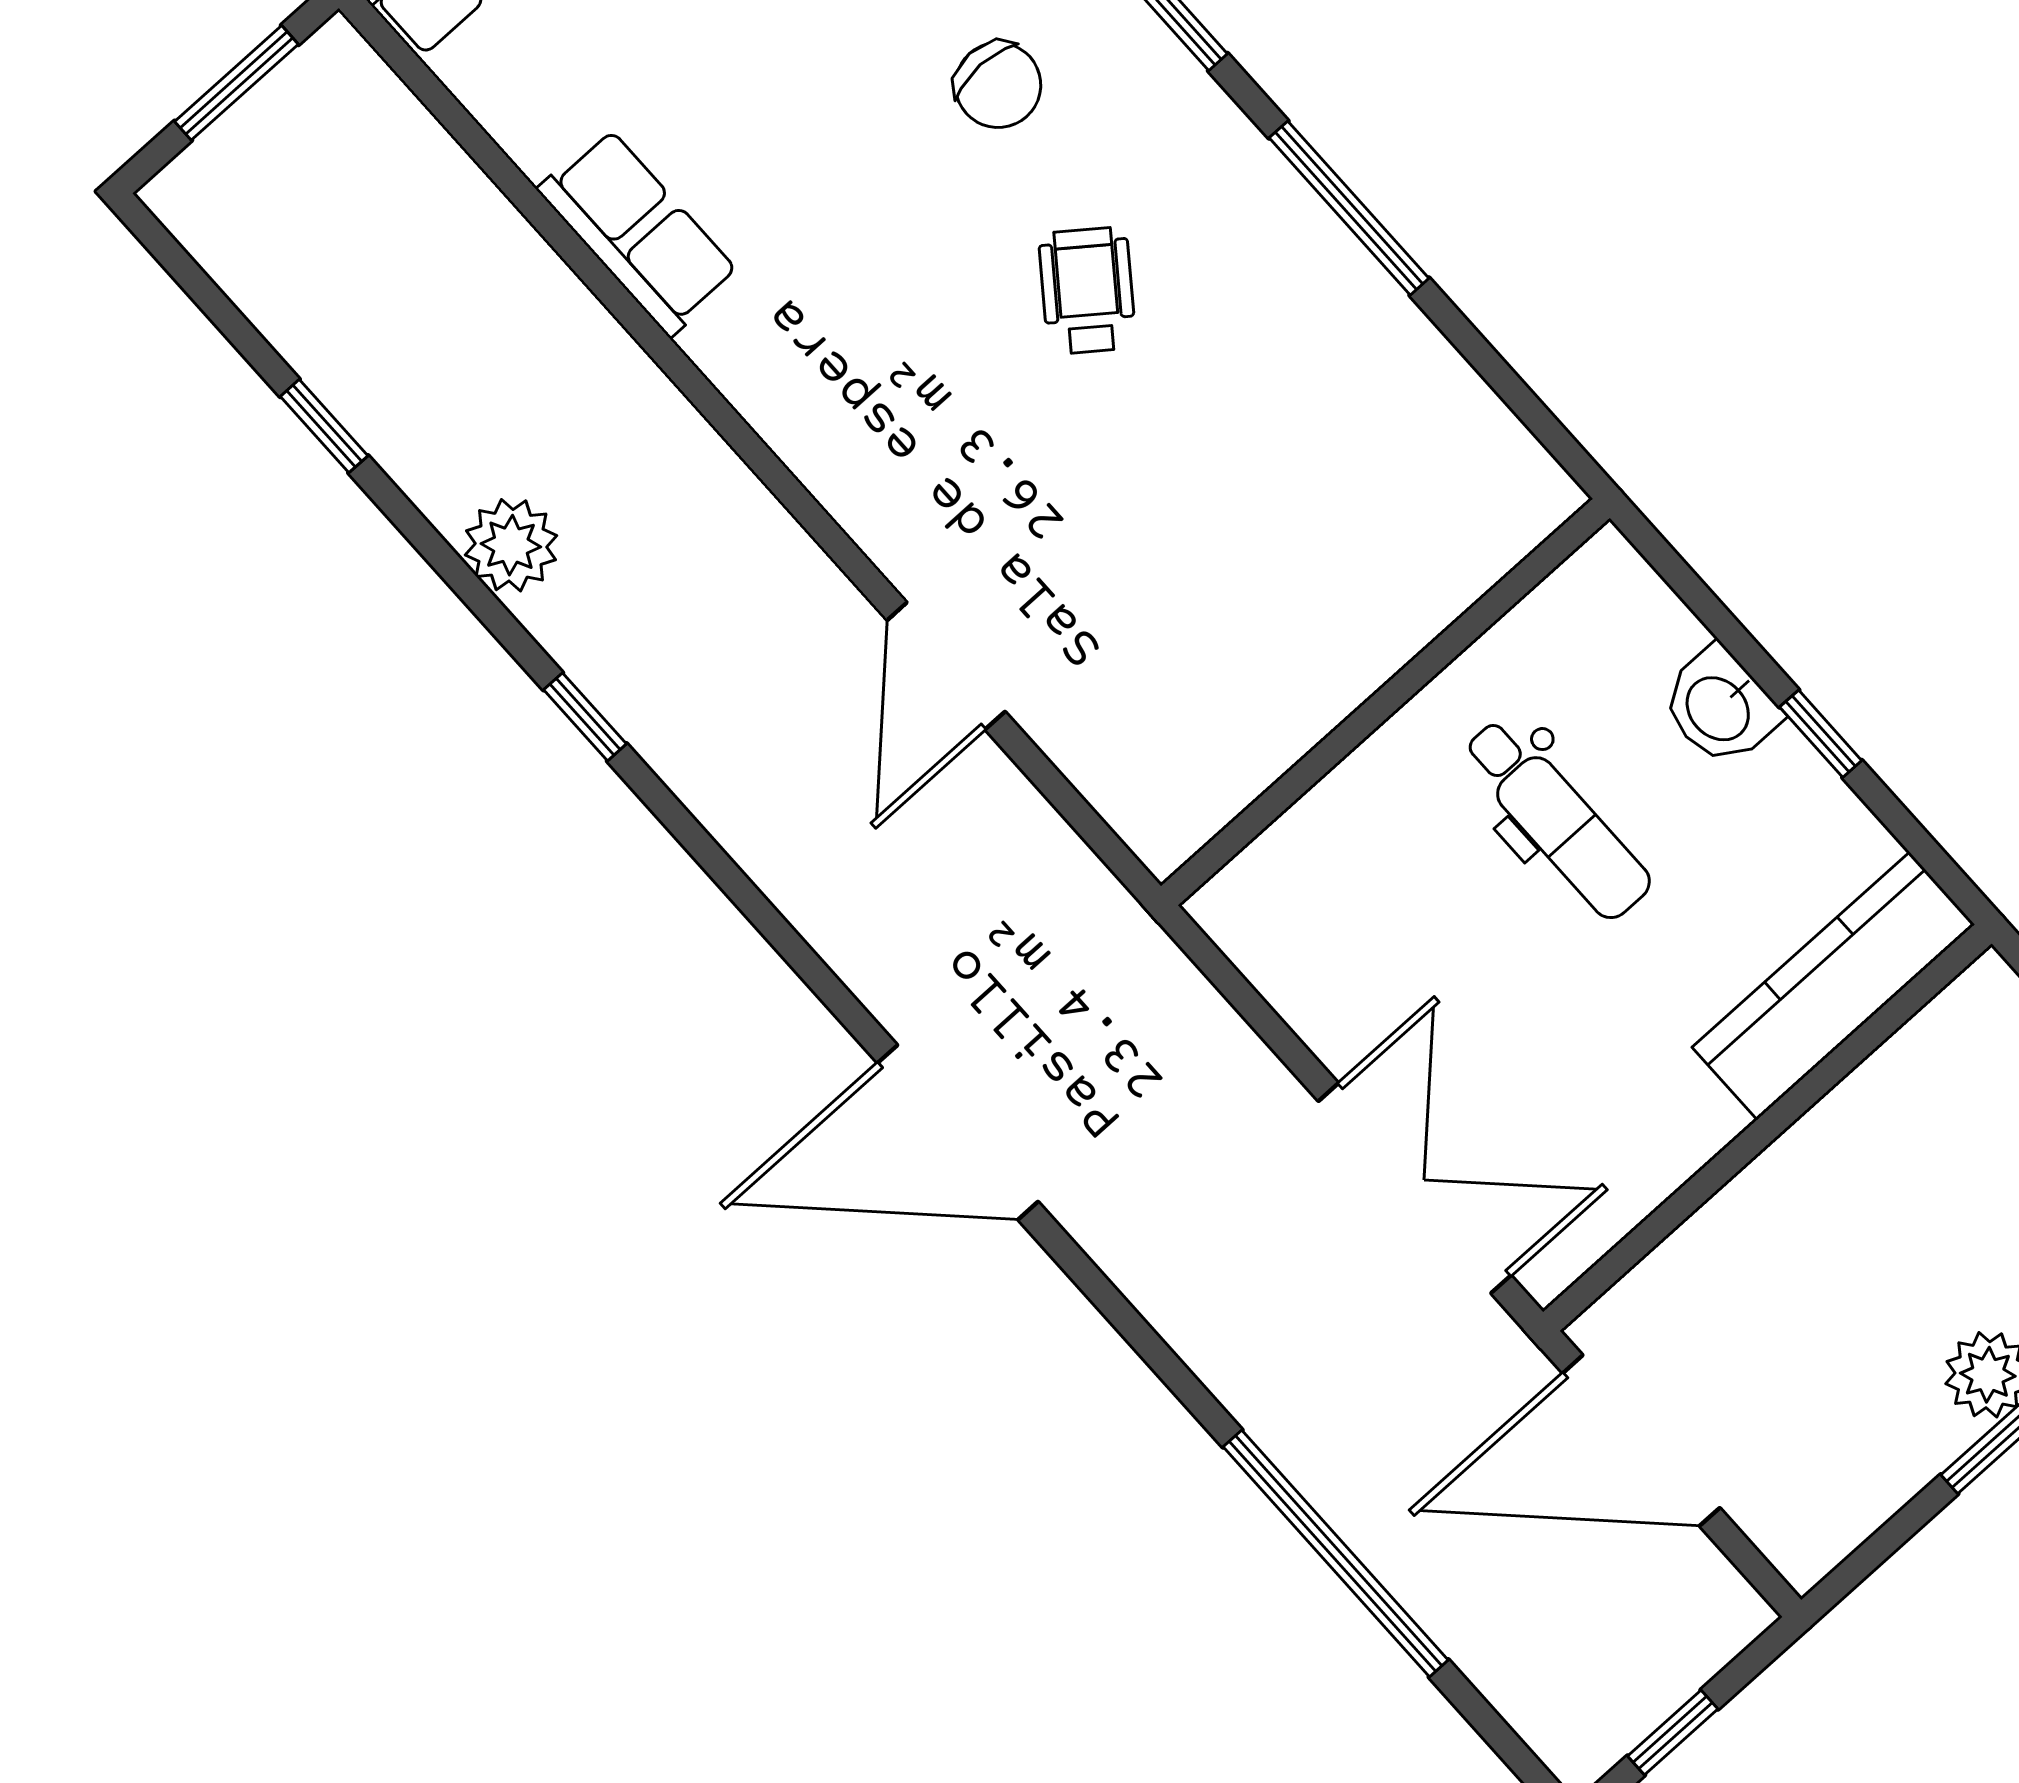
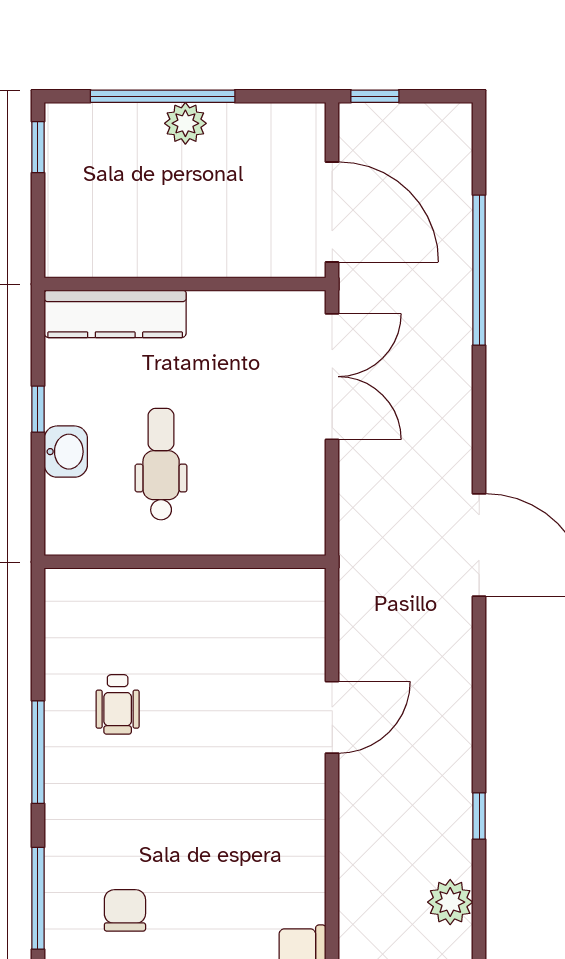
wheelchair: (1087, 291) -> (118, 704), moved, turned -37
double door: (1415, 1188) -> (332, 377), swing flipped
window: (1673, 1732) -> (375, 96), moved

